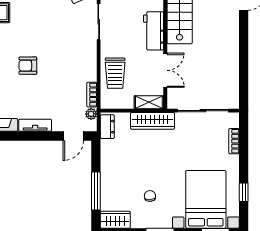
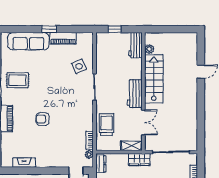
trolley: (115, 73) -> (107, 125), turned 180
wardrobe: (153, 121) -> (139, 160), width x0.67
tv unit: (35, 125) -> (48, 163), removed

